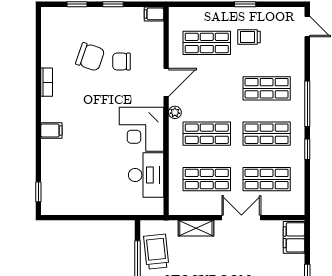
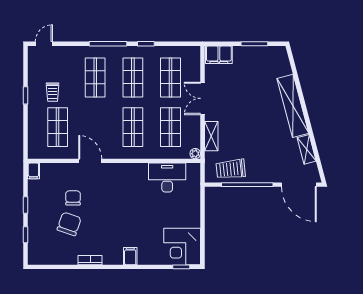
chair: (121, 62) -> (73, 198), turned 180
plant: (175, 112) -> (195, 154), moved
corner desk: (141, 129) -> (182, 246), moved, turned 90

